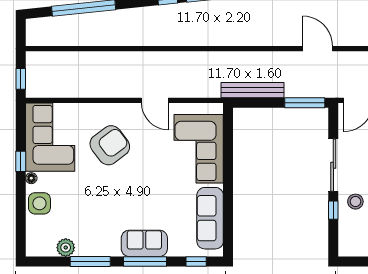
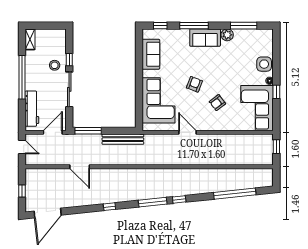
armchair: (110, 145) -> (217, 103), width x0.53, depth x0.53
armchair: (145, 173) -> (194, 84), added
sofa: (210, 218) -> (151, 54), width x0.73
sofa: (144, 243) -> (205, 38), moved
plant: (66, 248) -> (227, 35), moved
window: (90, 261) -> (244, 26), moved

